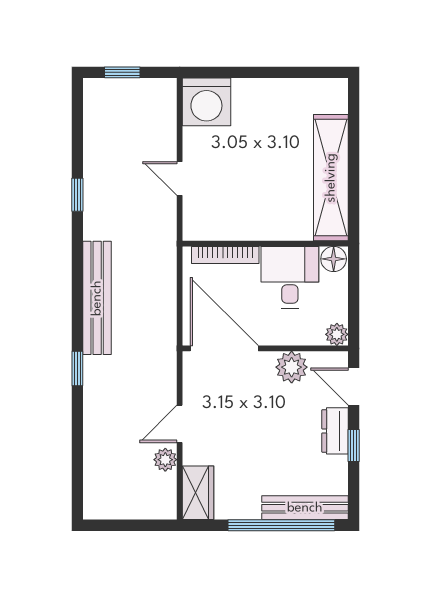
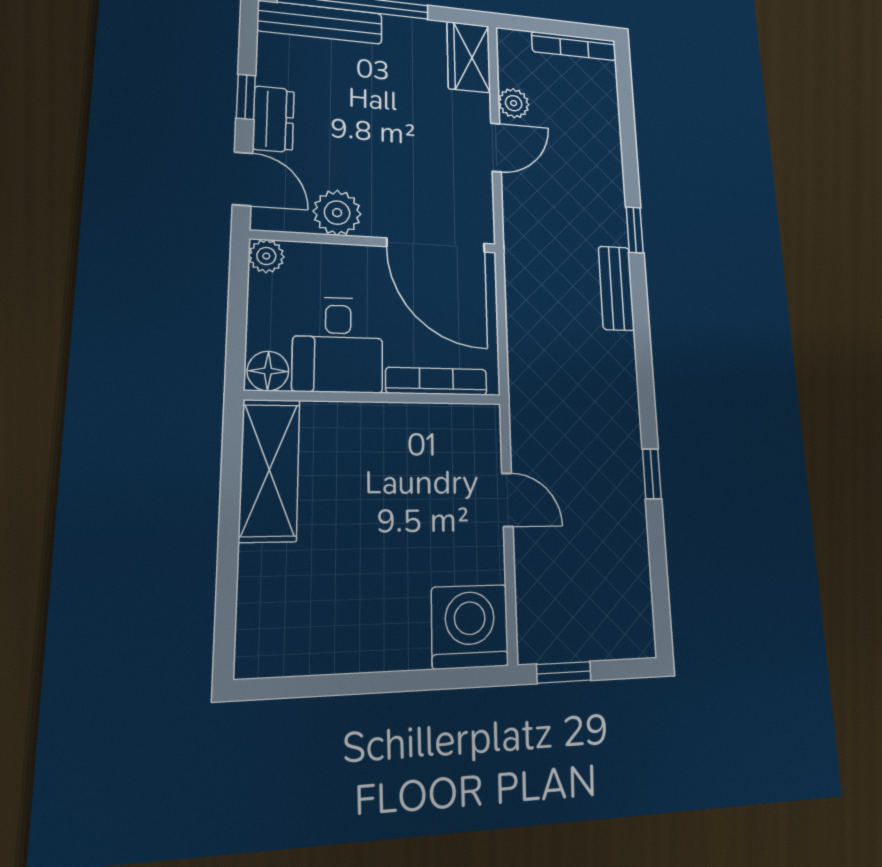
window: (122, 72) -> (564, 672), moved
shelving: (331, 178) -> (269, 470), width x0.68
bench: (97, 298) -> (616, 288), width x0.54, depth x0.82
bookcase: (116, 511) -> (574, 46), added

